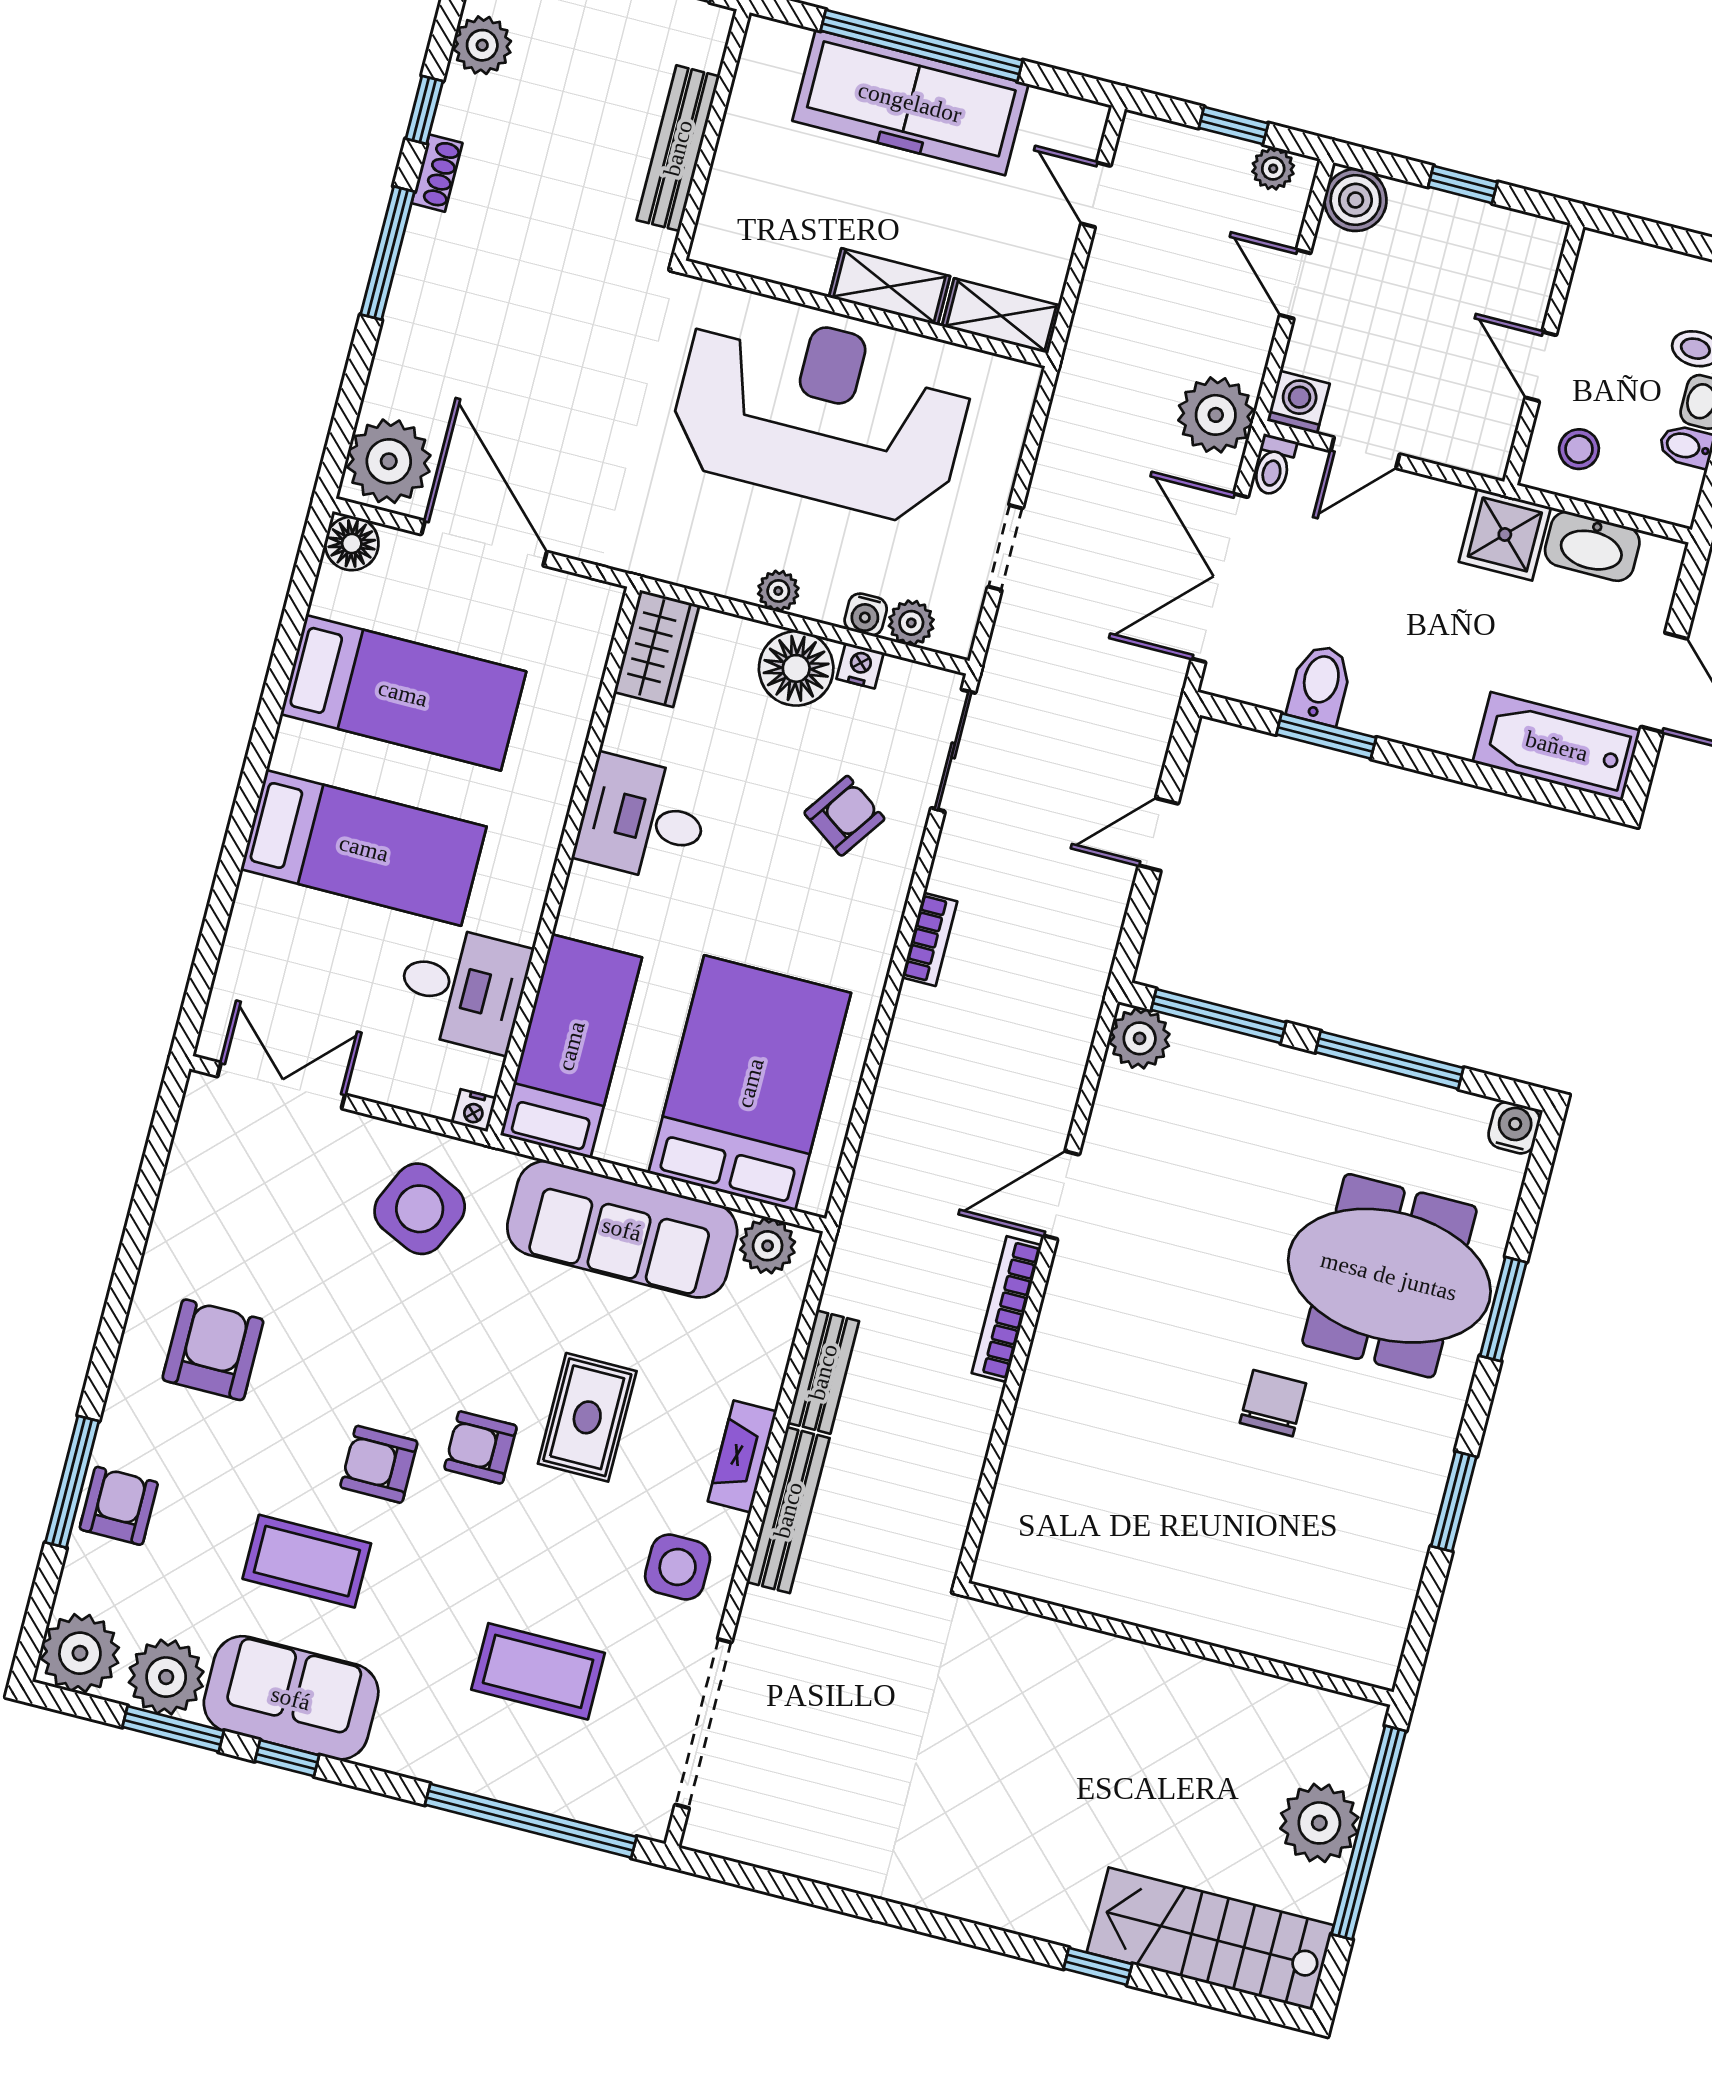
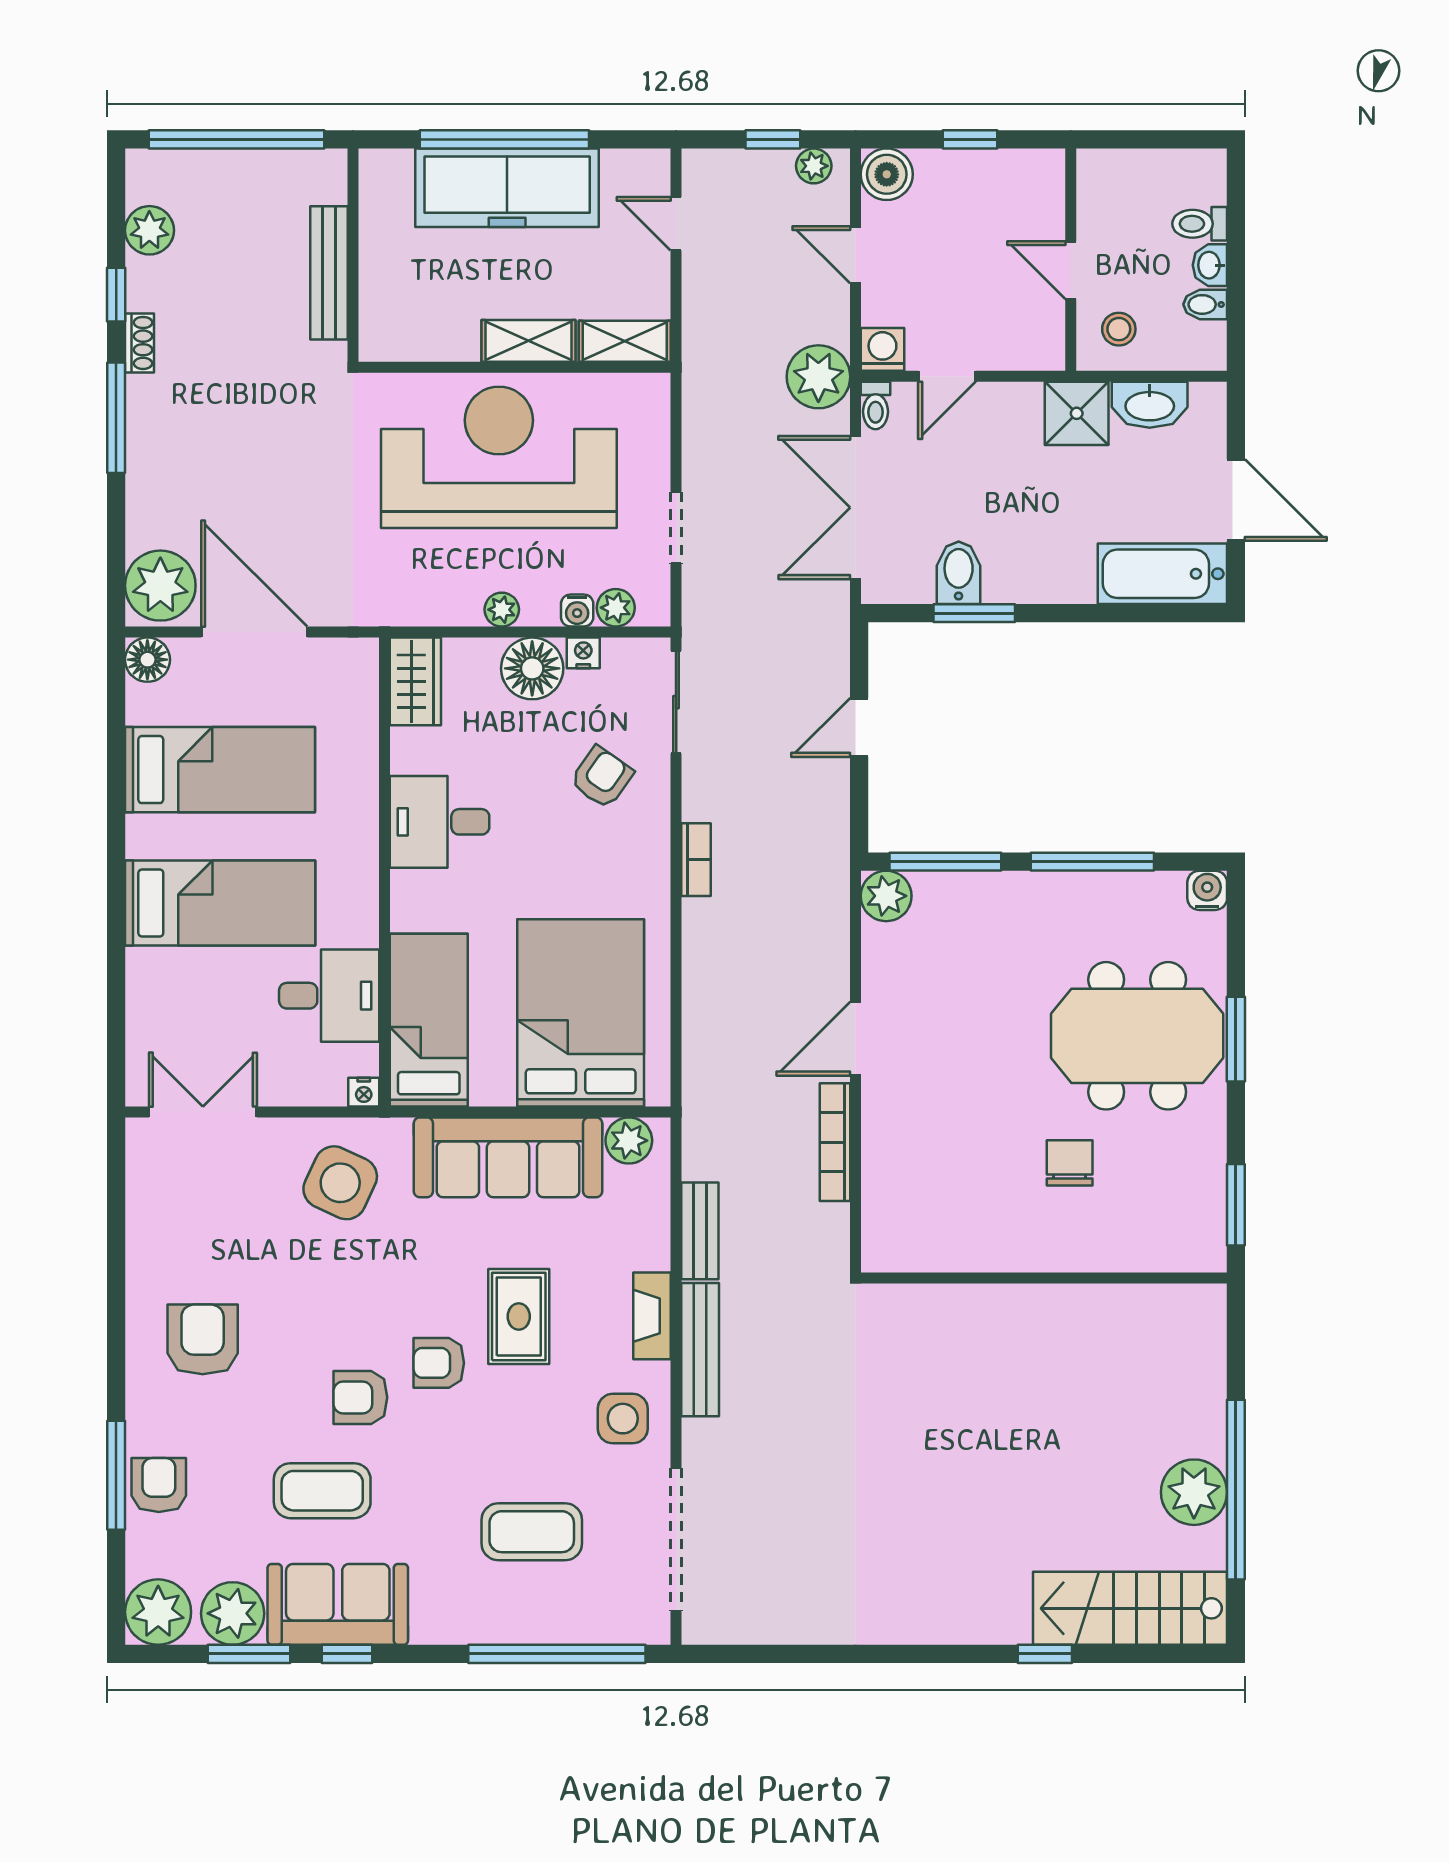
wall: (1179, 1644) -> (1044, 1278), moved

